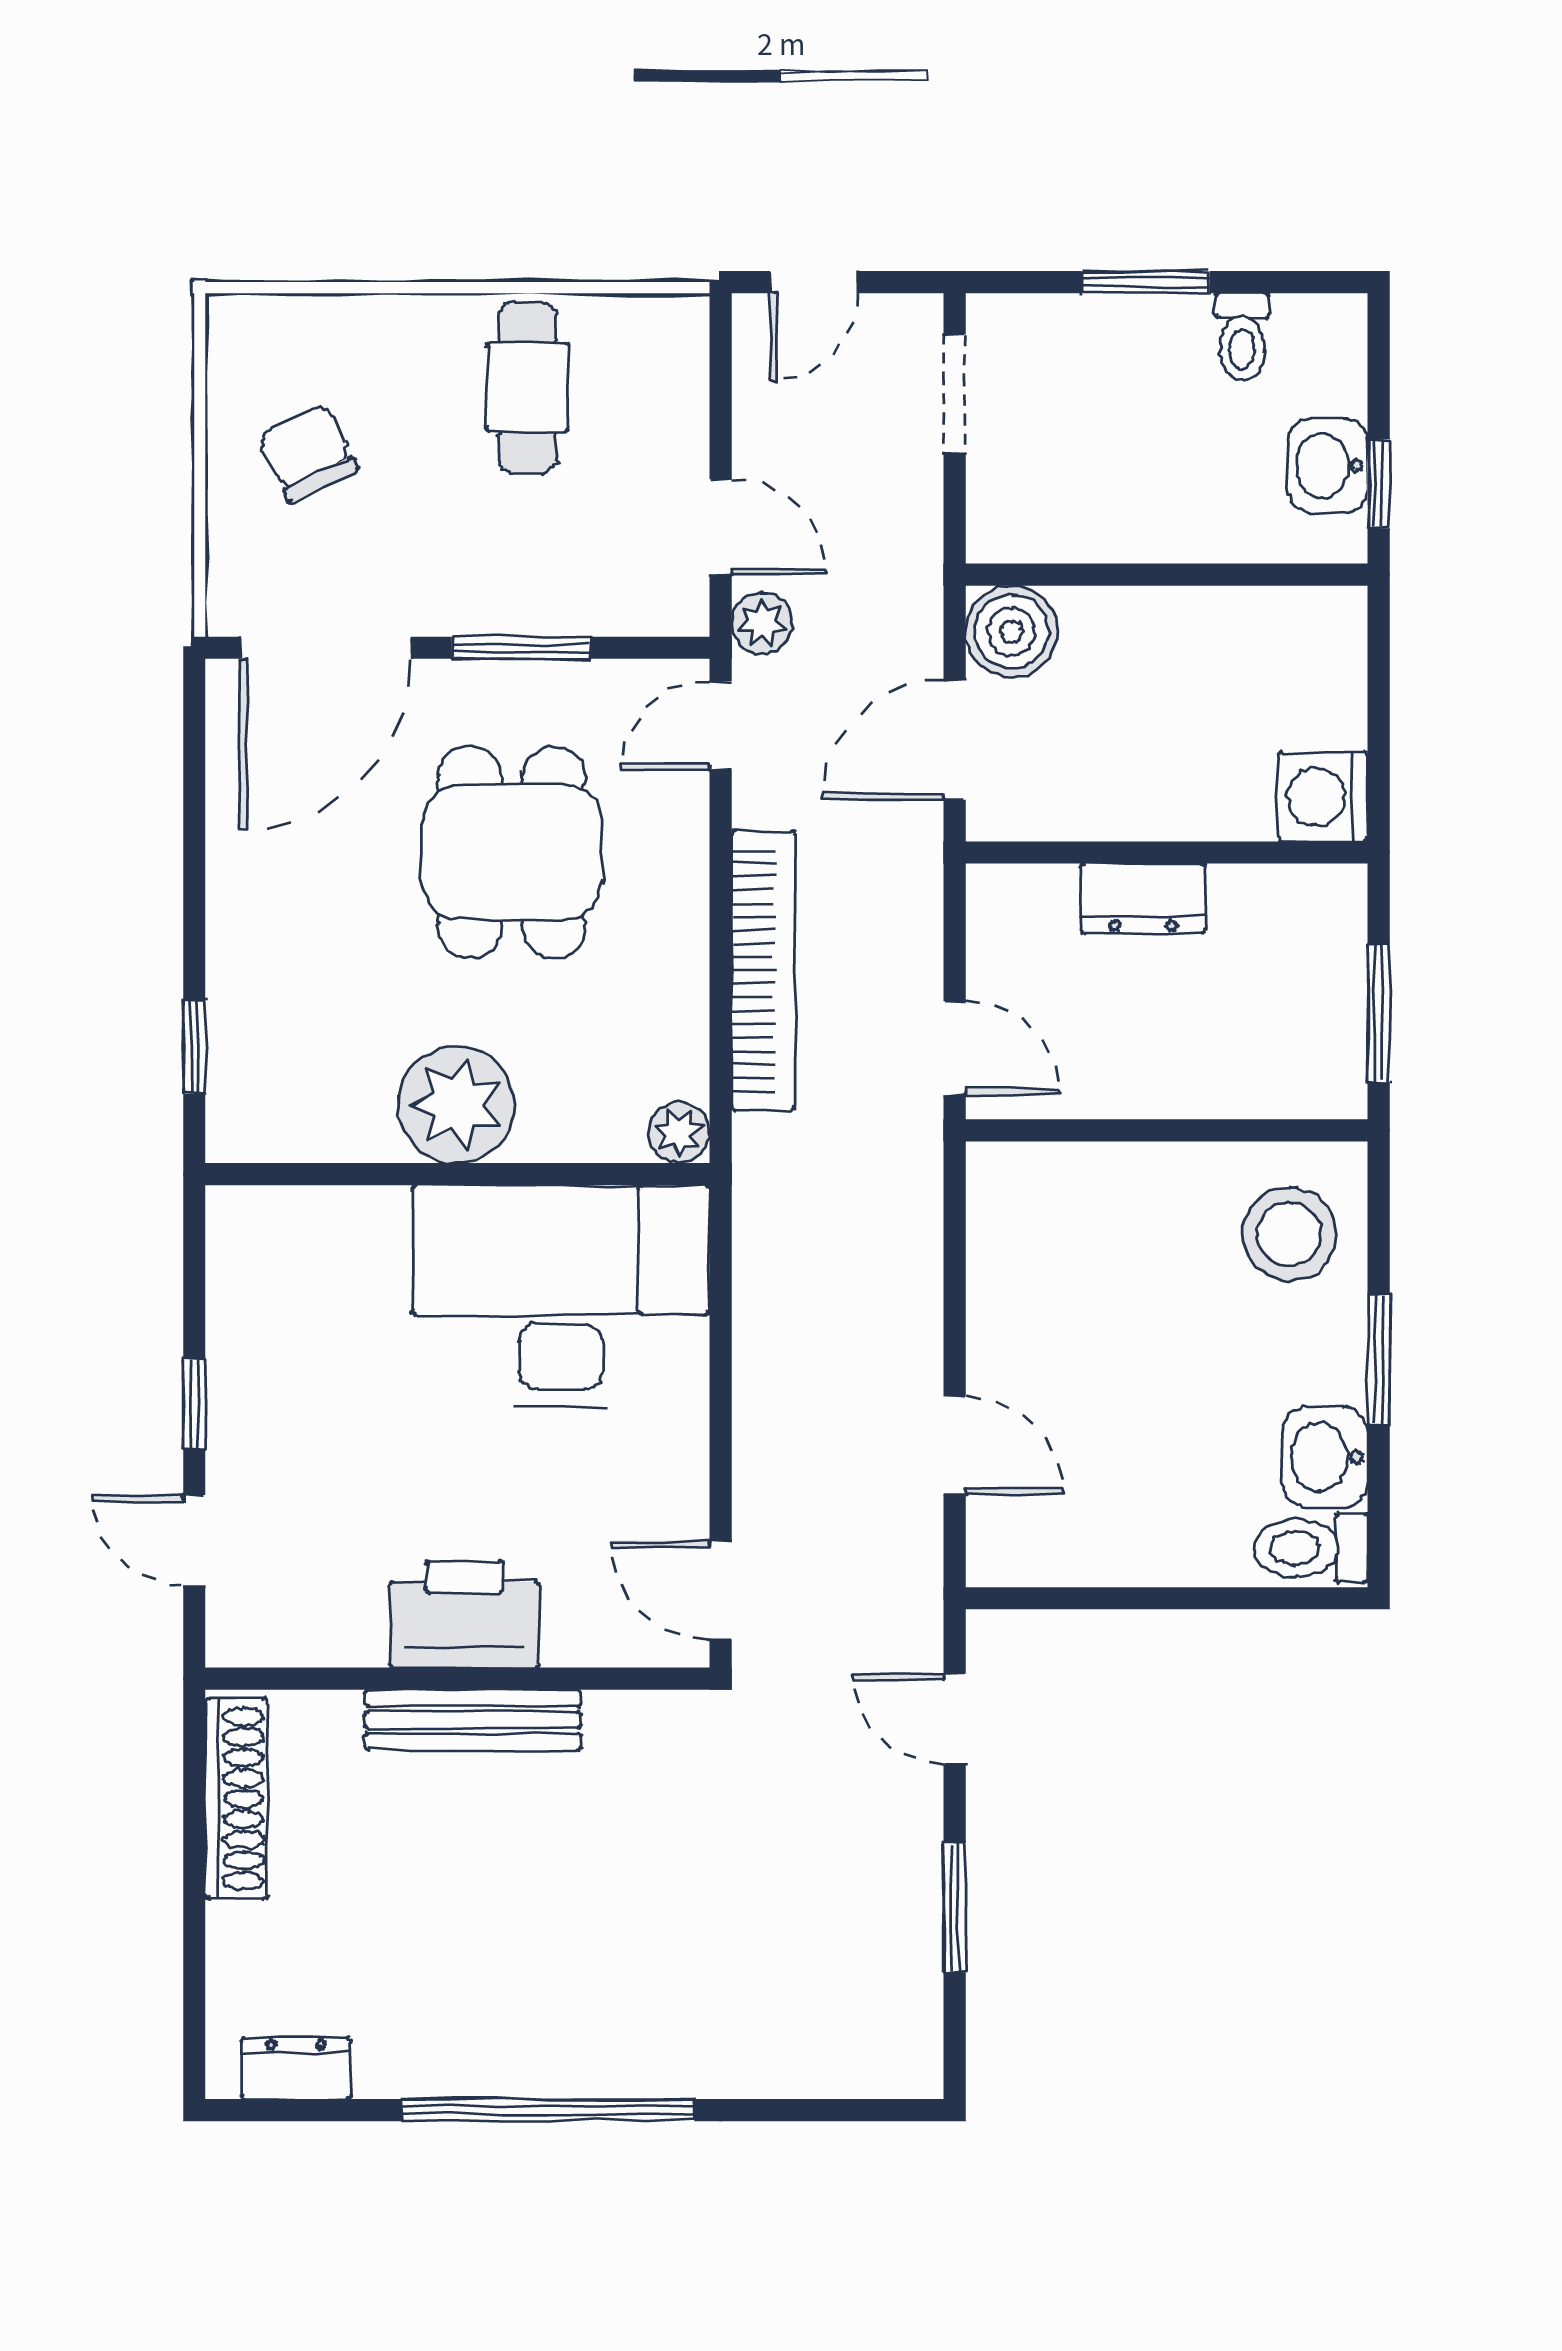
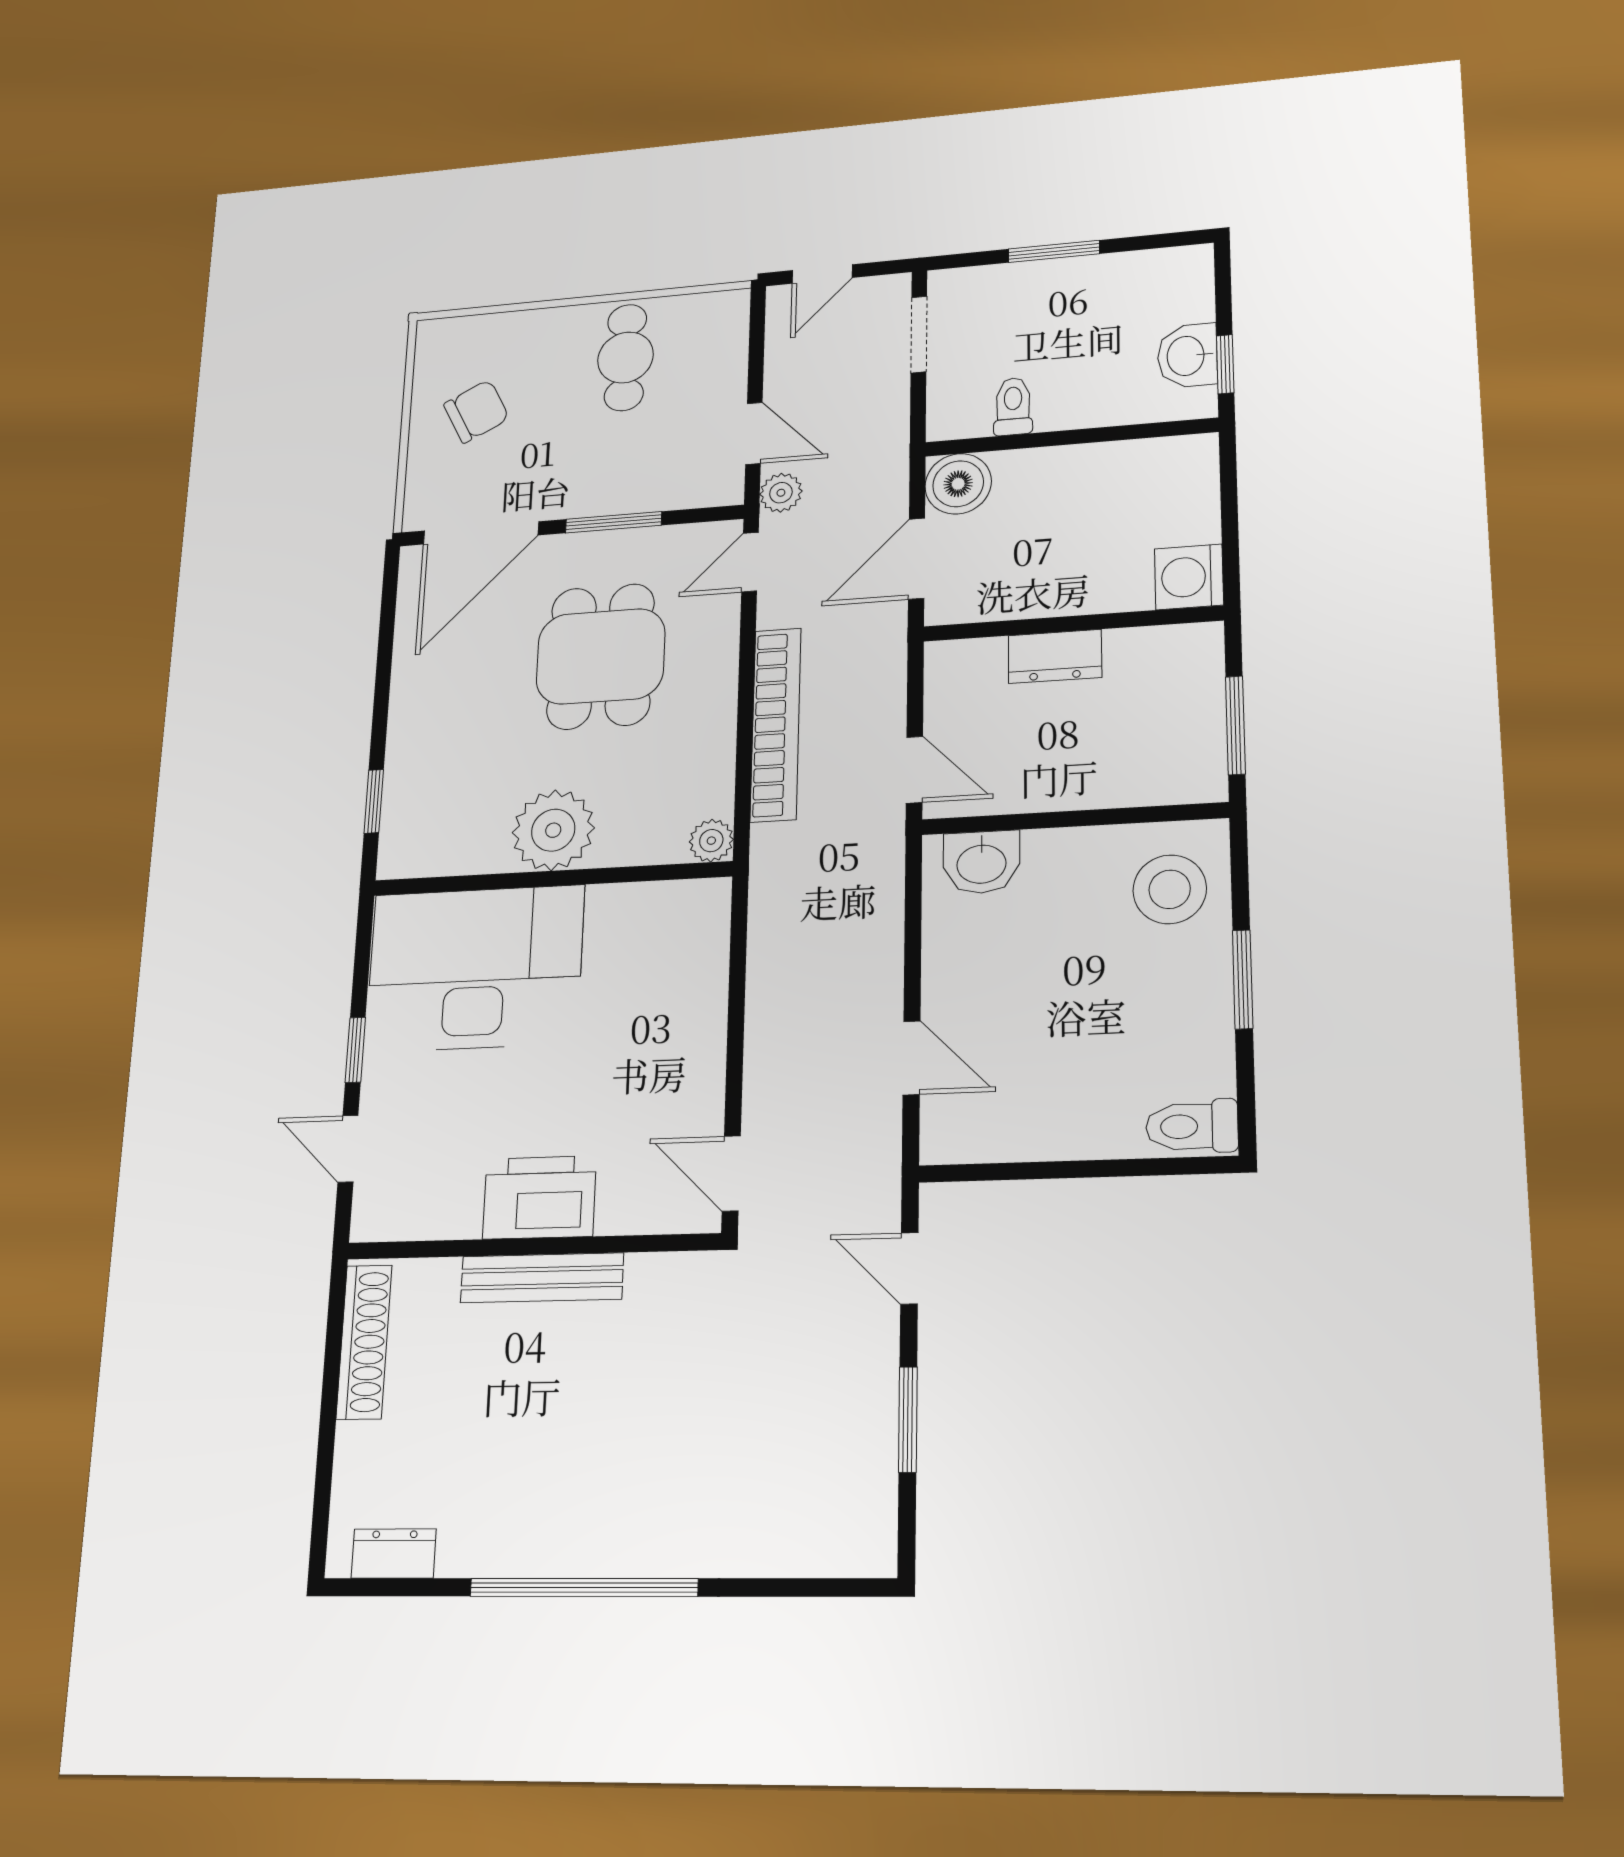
toilet: (1242, 337) -> (1013, 406), moved, turned 180
chair: (307, 453) -> (476, 411), turned 90
desk: (561, 1297) -> (475, 968), moved
washbasin: (1325, 1457) -> (981, 862), moved, turned -90

